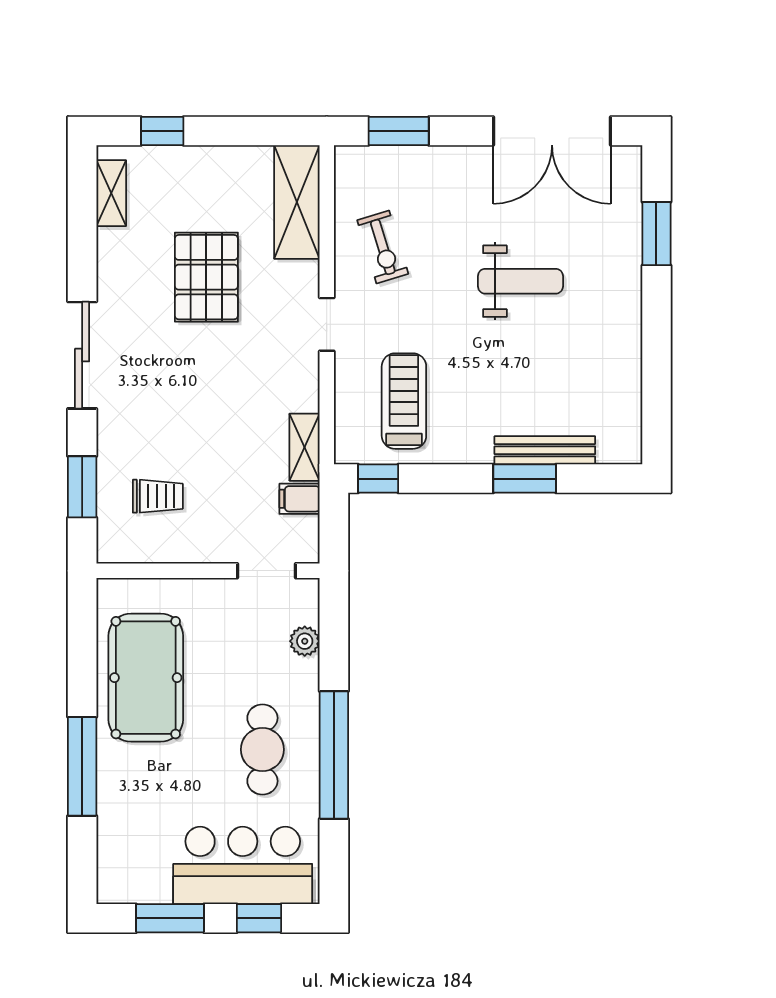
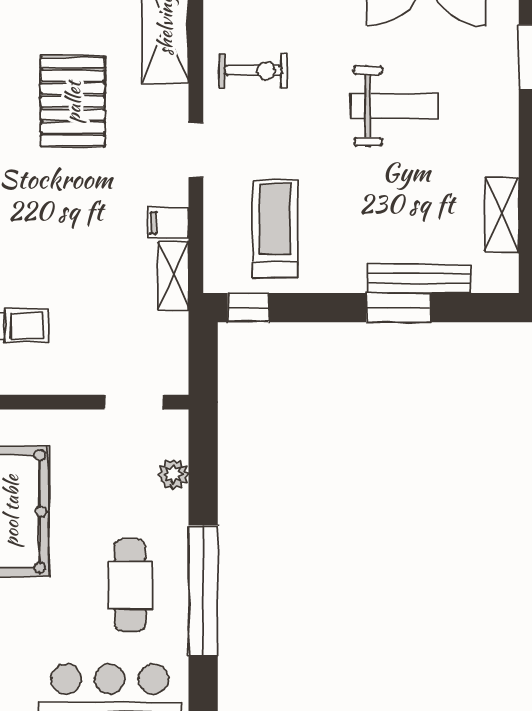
exercise bike: (383, 247) -> (253, 71), turned -73
shelving: (626, 388) -> (502, 215), added
filing cabinet: (299, 499) -> (168, 223), moved

